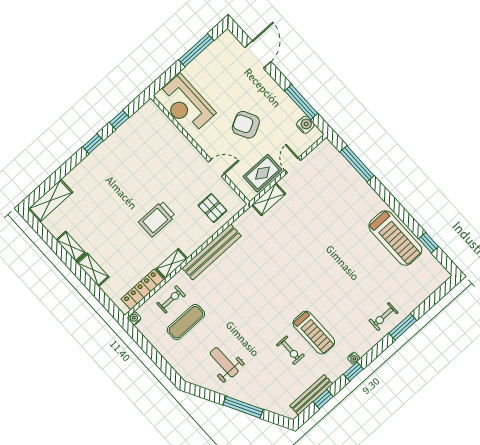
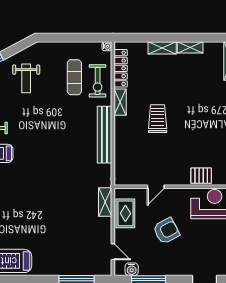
door: (293, 165) -> (113, 252), moved
pallet: (212, 208) -> (201, 176), moved
exercise bike: (171, 299) -> (98, 81), width x1.38, depth x1.39
weight bench: (224, 362) -> (26, 78), turned 90

